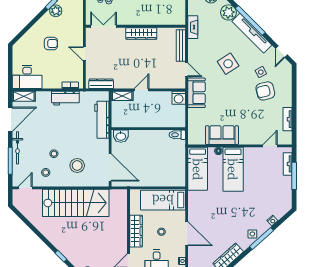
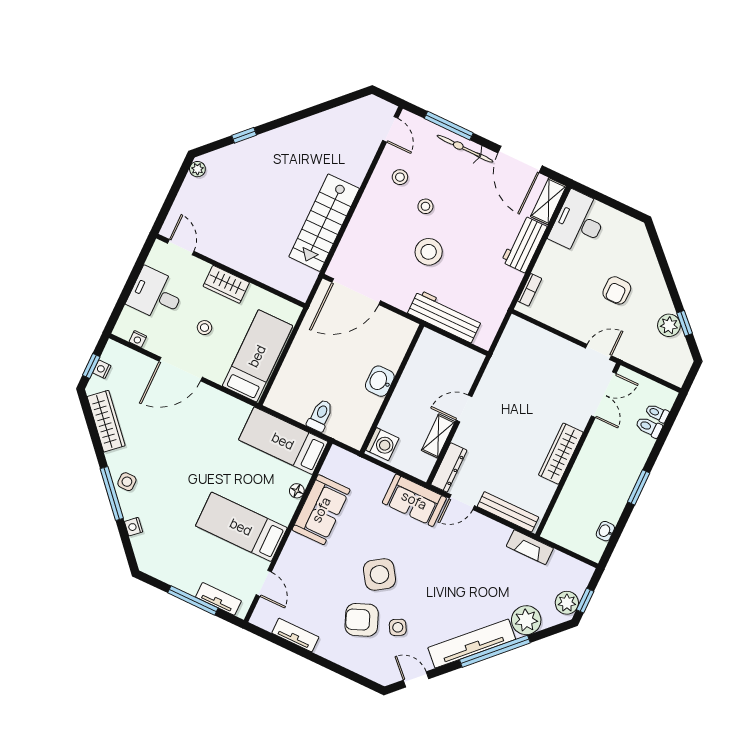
door: (84, 54) -> (598, 352), moved
side table: (228, 64) -> (379, 575), moved
dresser: (101, 84) -> (449, 467), moved
door: (142, 90) -> (464, 408), swing flipped
armchair: (265, 91) -> (362, 620), turned -98
shelving: (122, 96) -> (438, 436), moved
workbench: (65, 98) -> (524, 244), moved
washing machine: (179, 98) -> (382, 444), moved, turned 180
toilet: (177, 135) -> (320, 415), moved
washbasin: (121, 136) -> (380, 381), moved
stool: (77, 166) -> (429, 252), moved
bed: (233, 169) -> (241, 527), moved
stairs: (76, 203) -> (324, 223), width x0.73, depth x0.66
wardrobe: (136, 231) -> (226, 284), width x0.67

